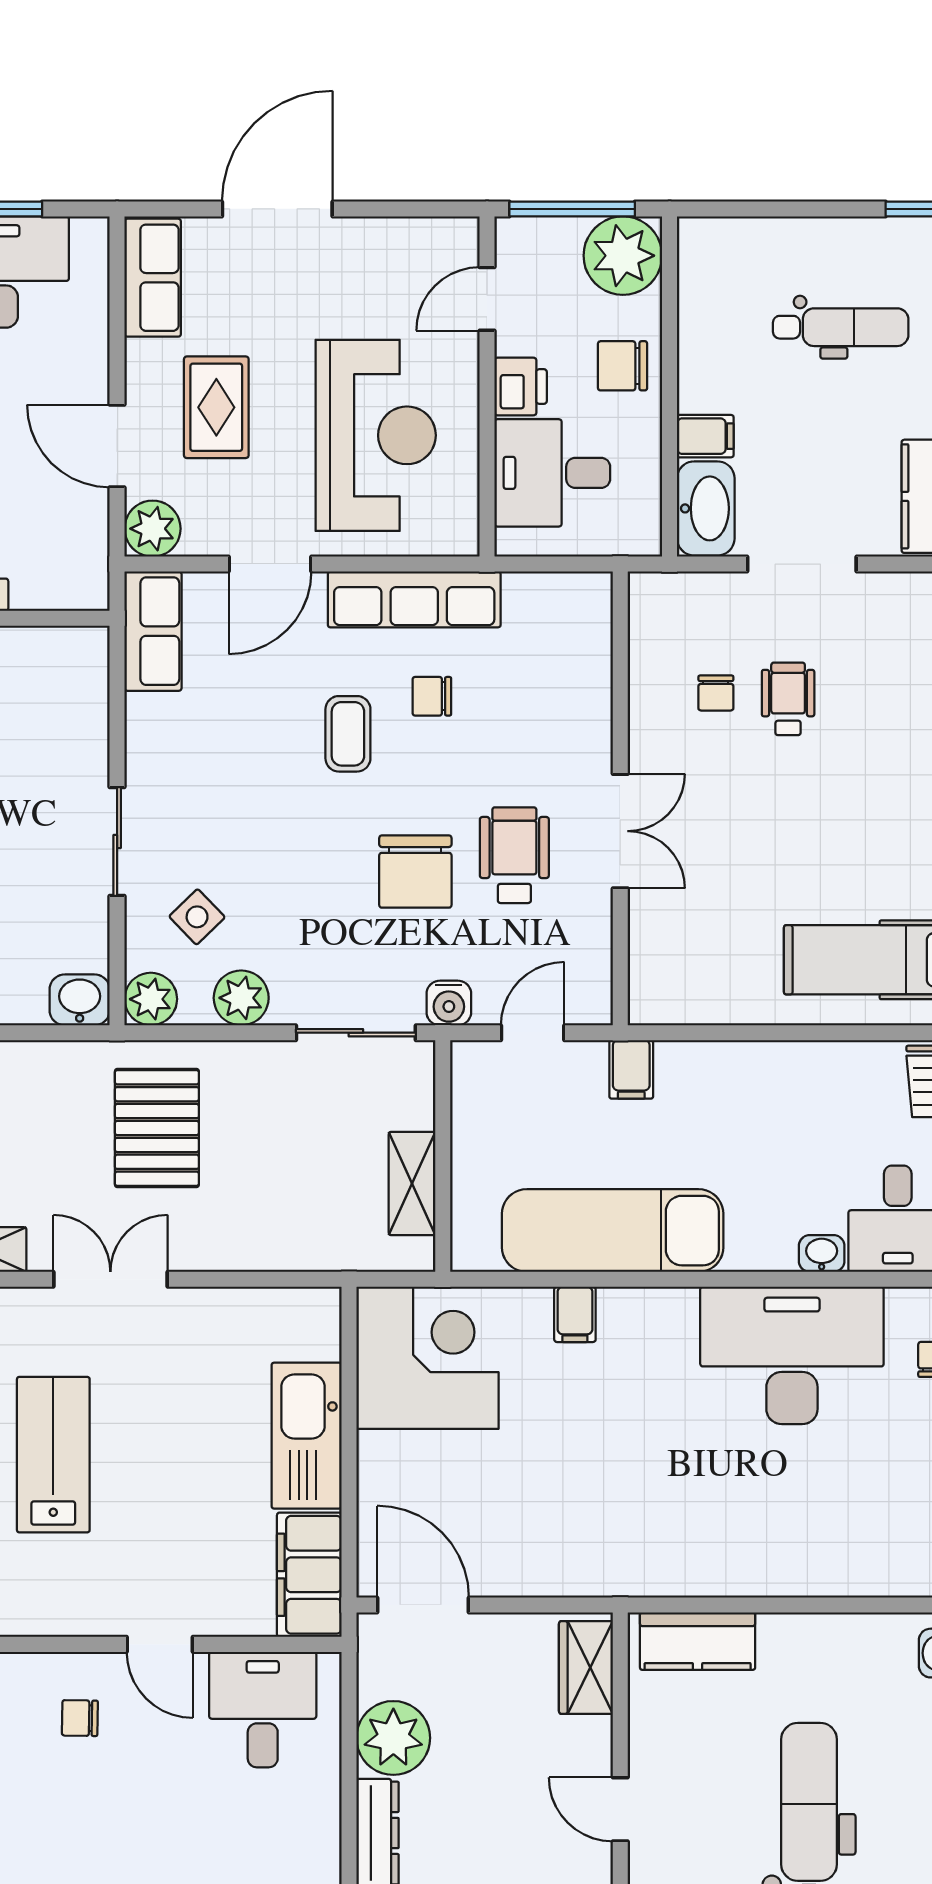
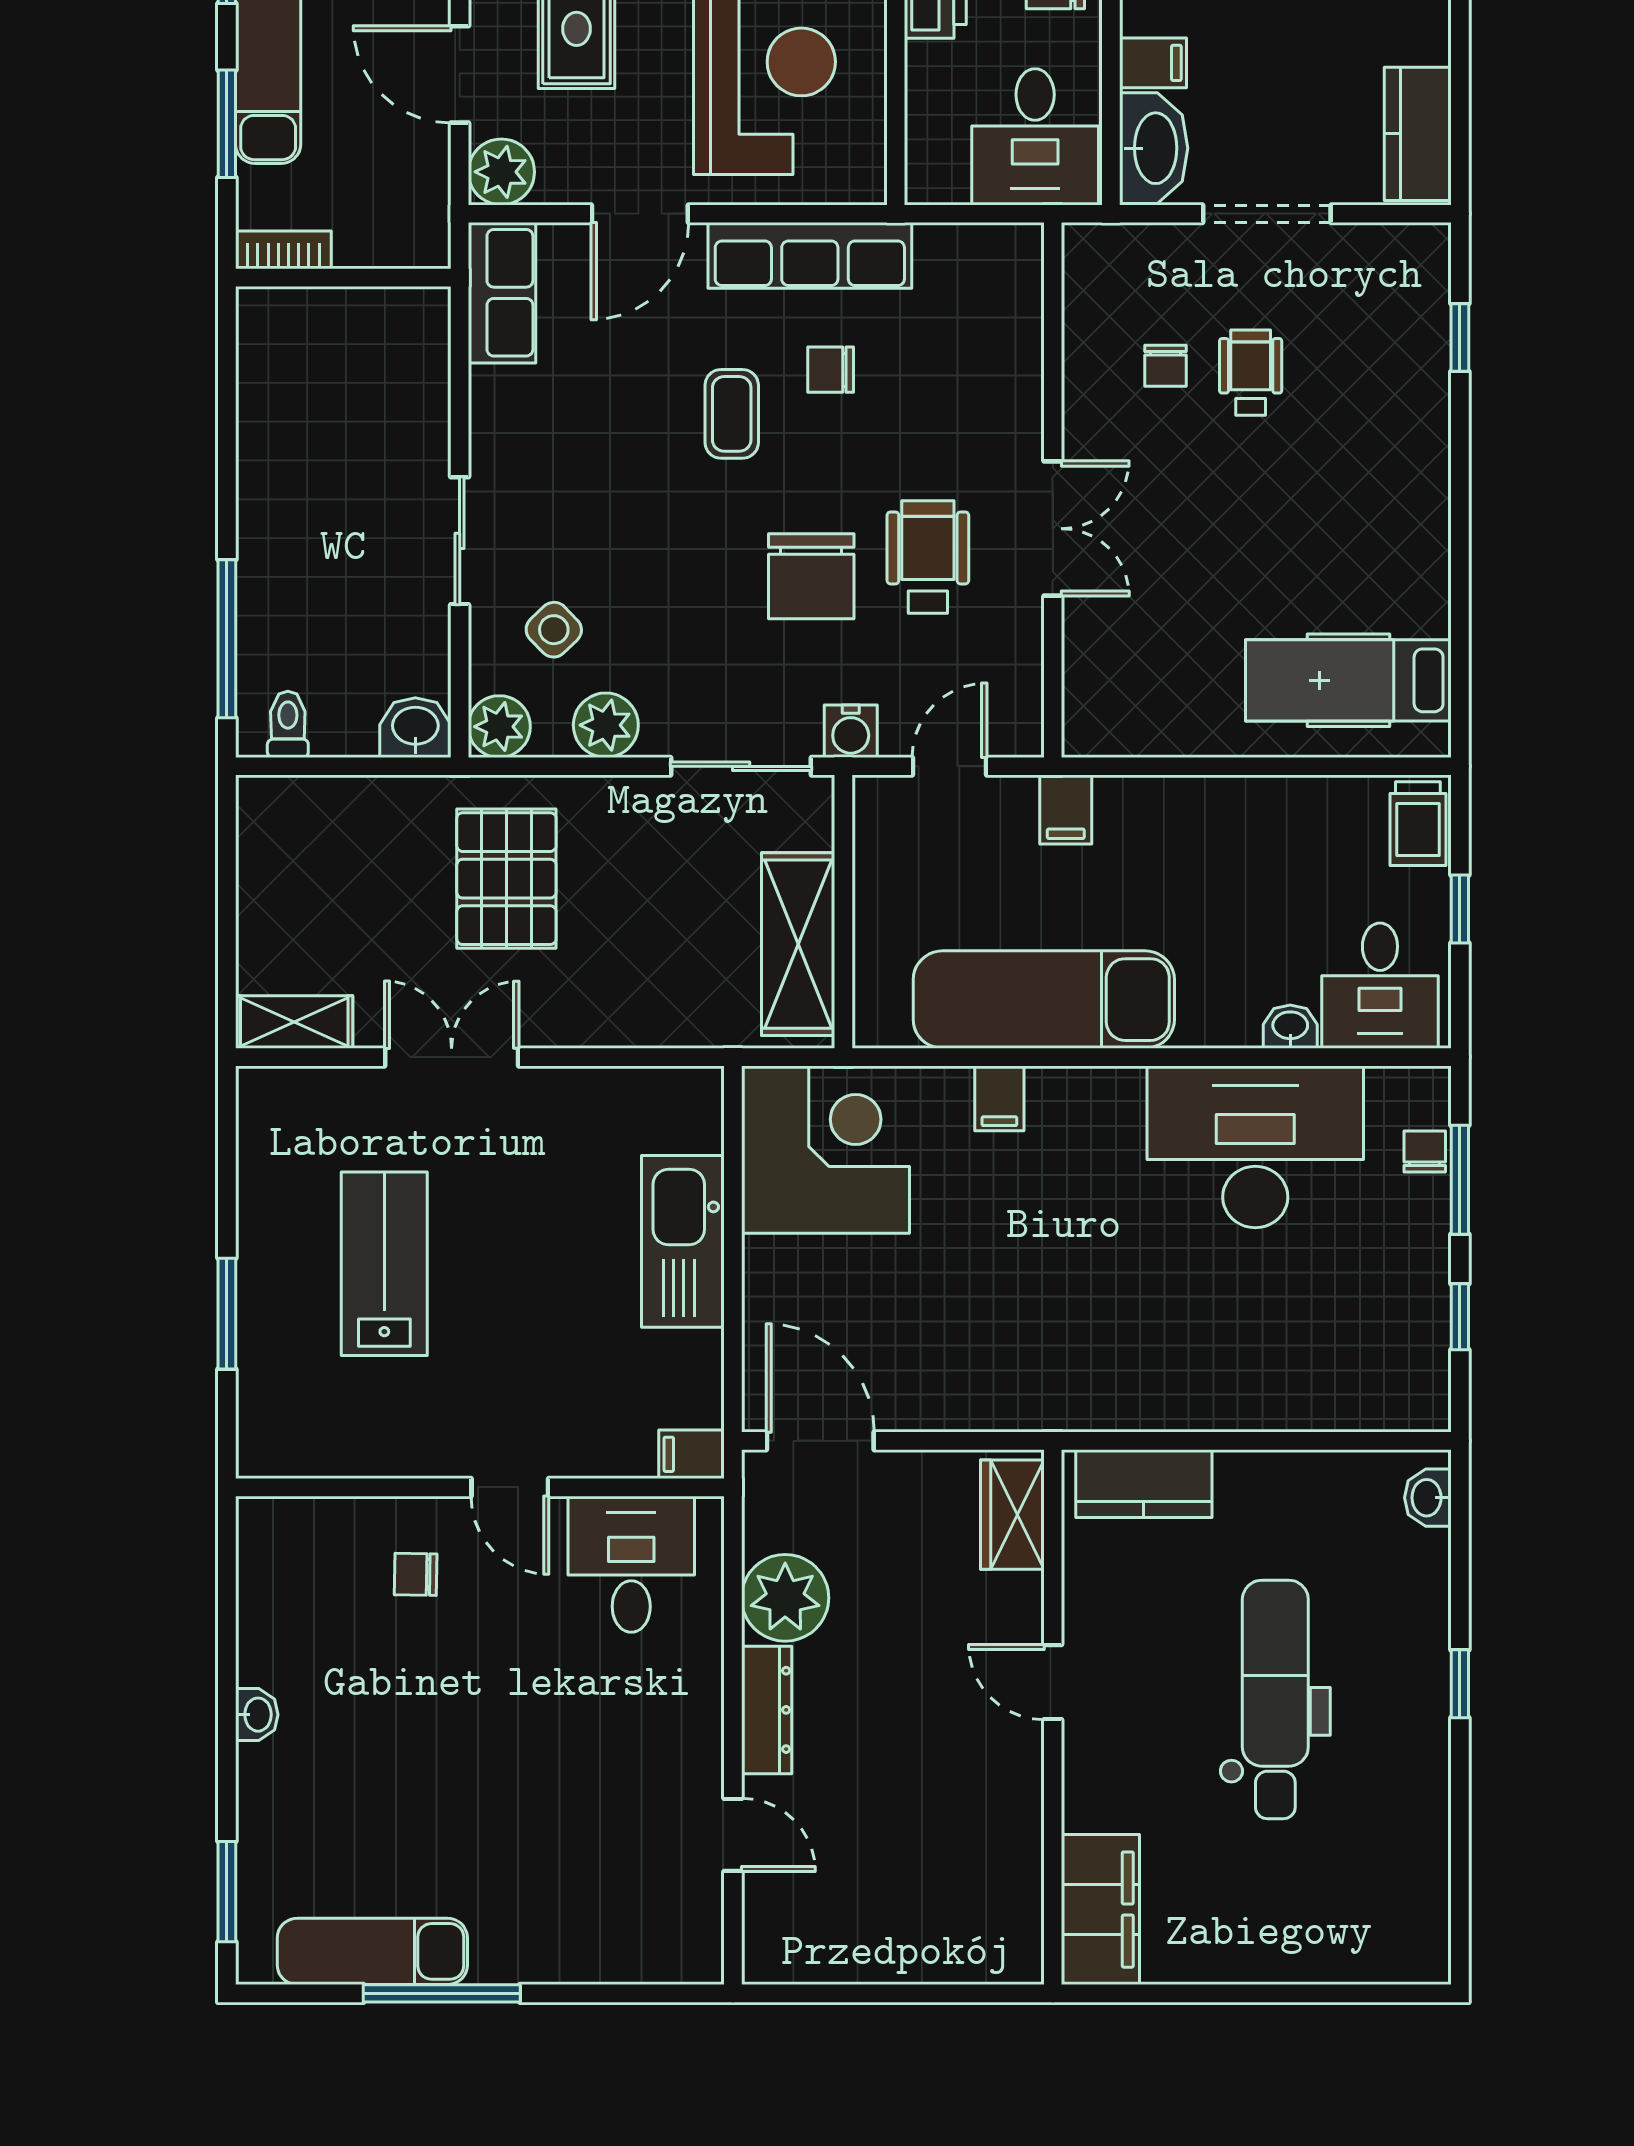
desk: (552, 473) -> (1035, 137), moved, turned -90
shelving: (412, 1184) -> (798, 944), width x1.50, depth x1.33
filing cabinet: (309, 1575) -> (692, 1454), width x0.33, depth x0.86

